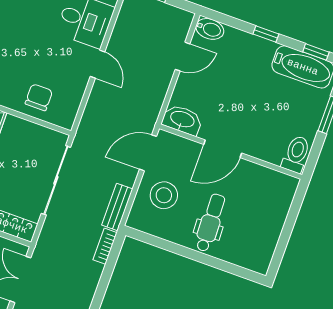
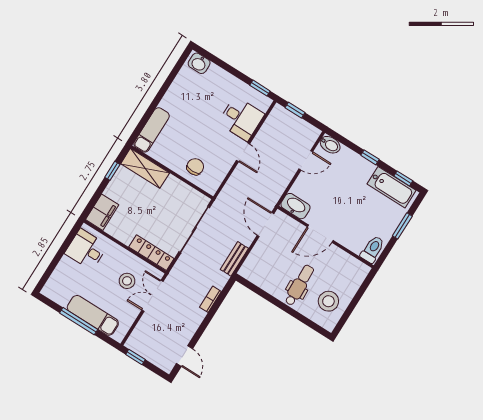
door: (148, 153) -> (265, 225), hinge flipped
stool: (164, 195) -> (328, 301), moved
bookcase: (105, 246) -> (210, 299), moved

